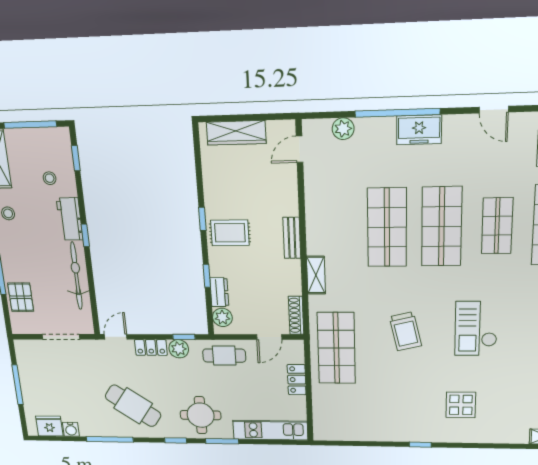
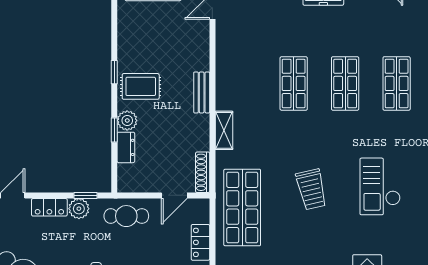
shop shelf: (387, 227) -> (294, 83), width x0.70, depth x0.74
shop shelf: (442, 227) -> (345, 83), width x0.70, depth x0.74
plant: (222, 317) -> (127, 120), moved

